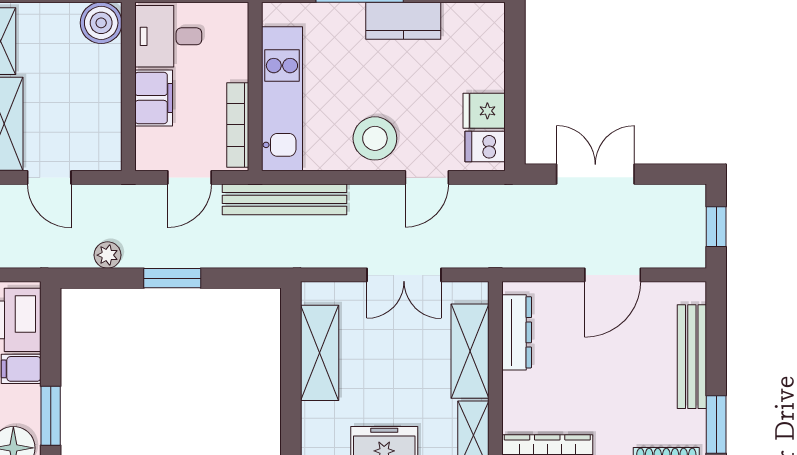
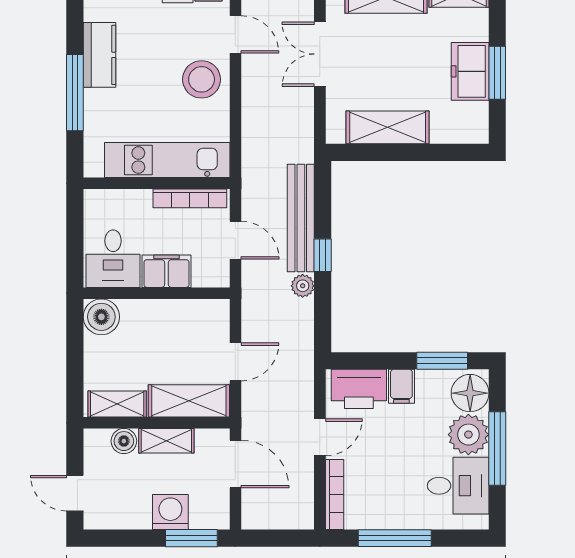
bench: (285, 199) -> (301, 218), moved
plant: (108, 255) -> (303, 286), moved
double door: (404, 275) -> (320, 54), swing flipped
window: (172, 278) -> (323, 255), width x0.67

